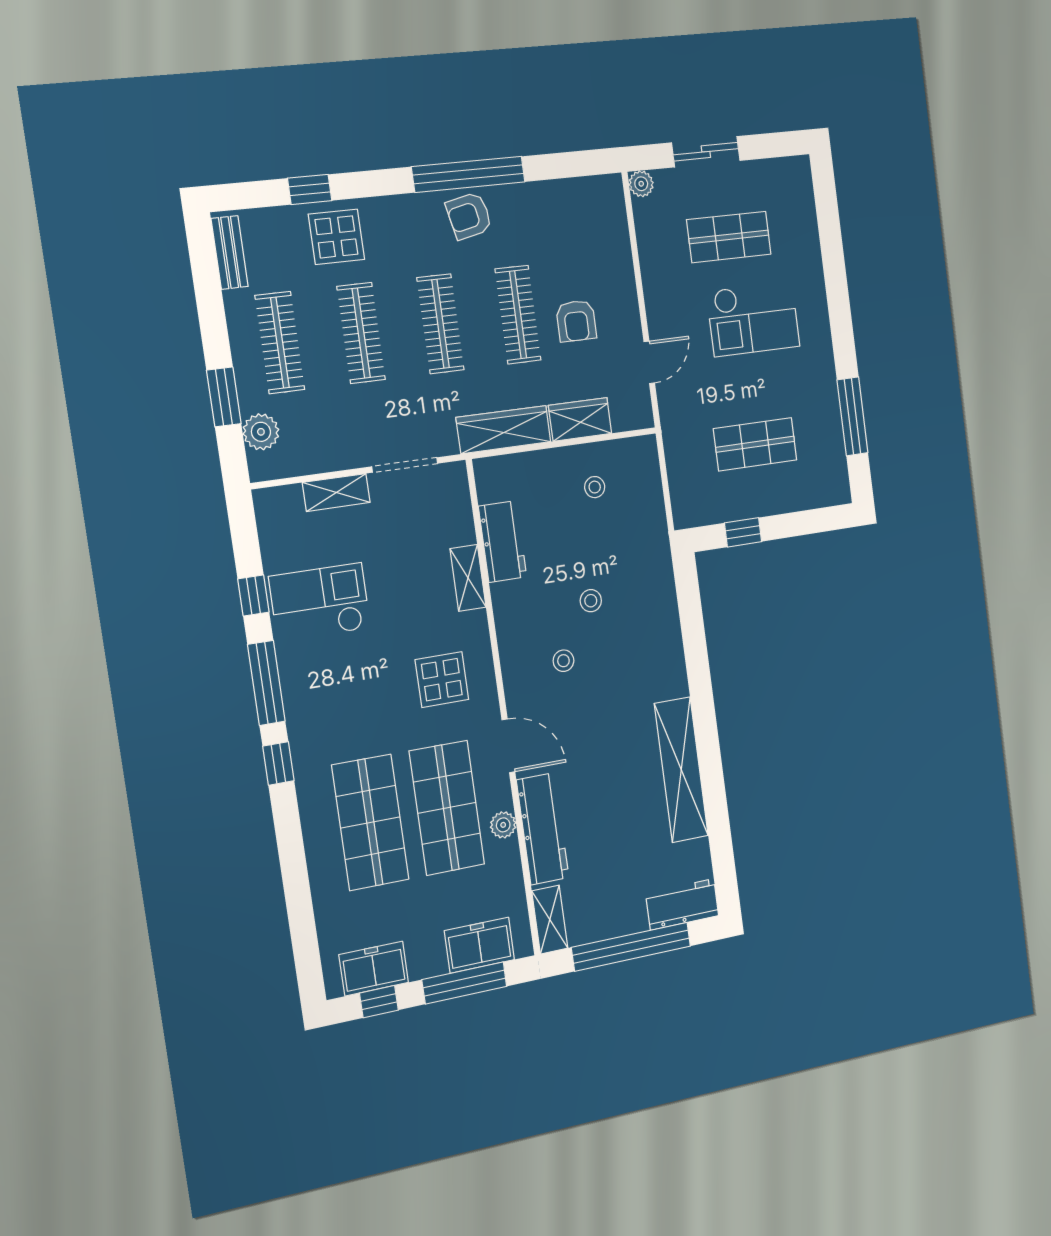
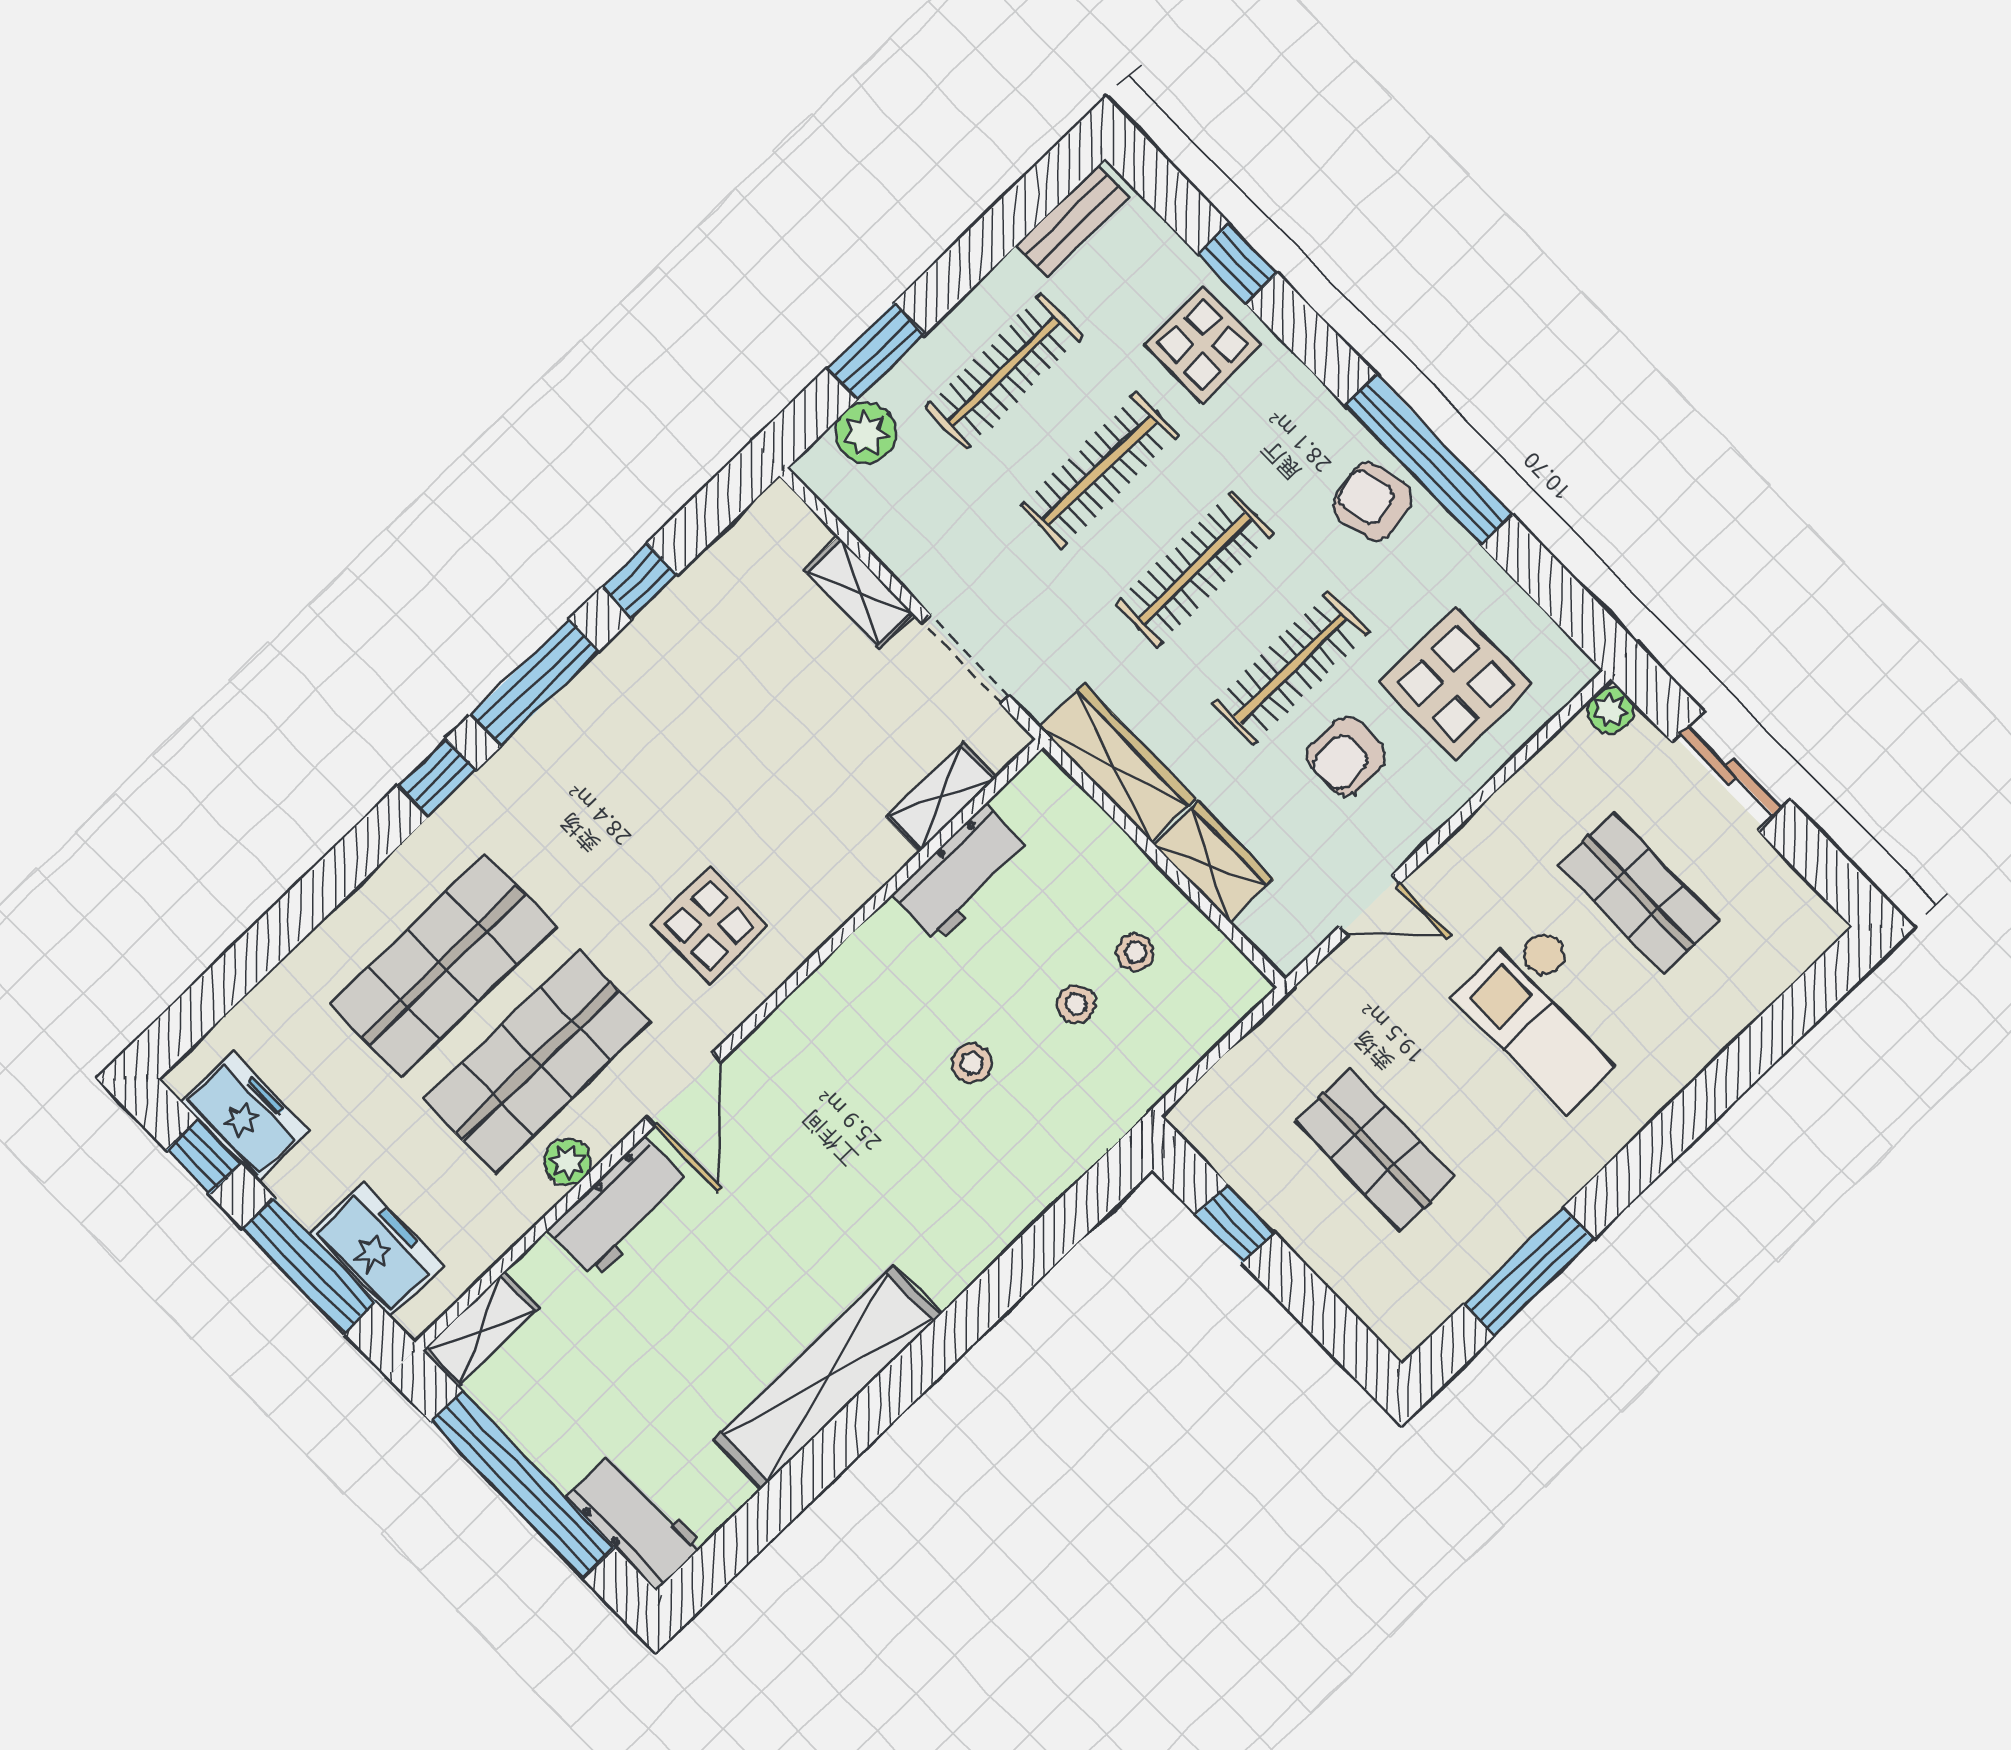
display table: (579, 244) -> (1455, 683), added
shelving: (468, 578) -> (941, 797), moved
checkout: (320, 602) -> (695, 677), removed
stool: (563, 661) -> (1076, 1004), moved
workbench: (543, 829) -> (620, 1208), width x0.73

